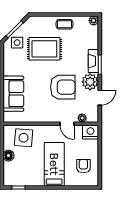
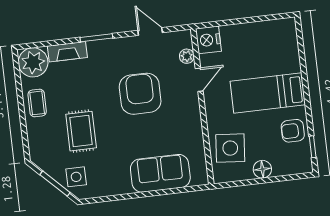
plant: (94, 21) -> (33, 62), width x1.87, depth x1.87
rug: (44, 49) -> (81, 131), width x0.73, depth x0.70
fireplace: (93, 61) -> (67, 52), moved
plant: (90, 82) -> (126, 50), removed
armchair: (83, 166) -> (293, 131), moved

